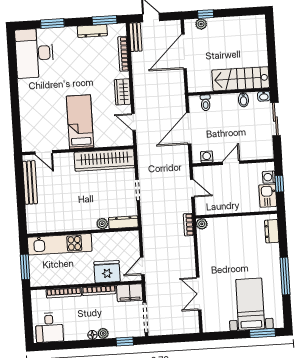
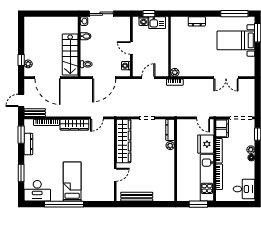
desk: (34, 53) -> (37, 191), width x0.73, depth x0.77
stairs: (241, 79) -> (70, 54), moved
window: (14, 84) -> (64, 204), added
wardrobe: (123, 92) -> (74, 125), width x1.50
bed: (80, 122) -> (72, 181), moved, turned 90
door: (189, 128) -> (104, 78), hinge flipped
door: (44, 152) -> (115, 175), moved
dresser: (272, 231) -> (197, 21), moved
kitchen unit: (60, 244) -> (207, 178), moved, turned 180
window: (285, 276) -> (234, 14), moved

